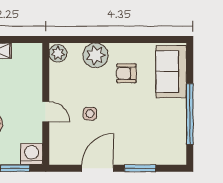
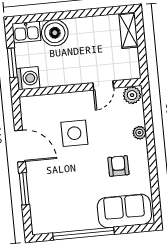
plant: (96, 55) -> (139, 133), width x0.53, depth x0.53
door: (46, 112) -> (103, 85), moved
side table: (90, 114) -> (74, 133), width x1.87, depth x1.87

